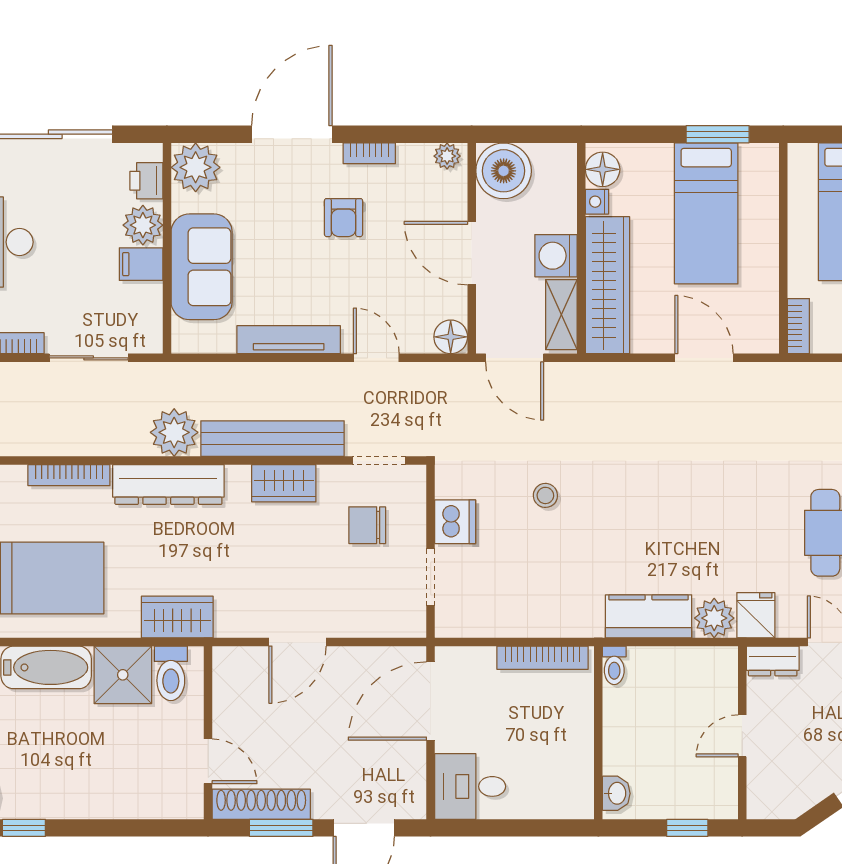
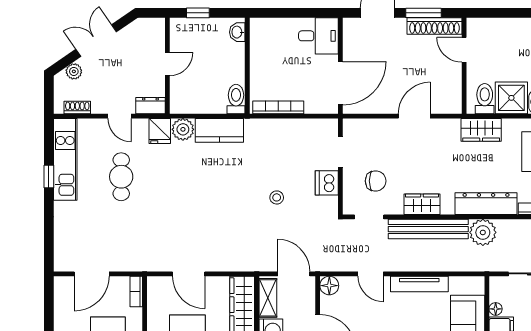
floor lamp: (151, 295) -> (496, 309), added
toilet: (614, 665) -> (236, 99), width x1.37, depth x1.39

